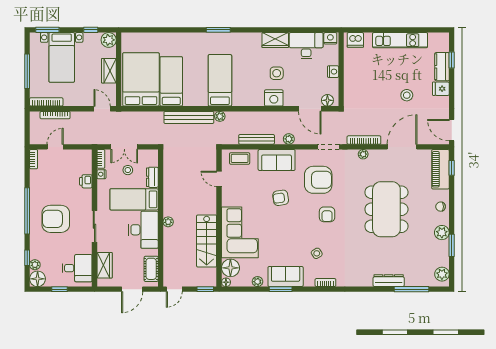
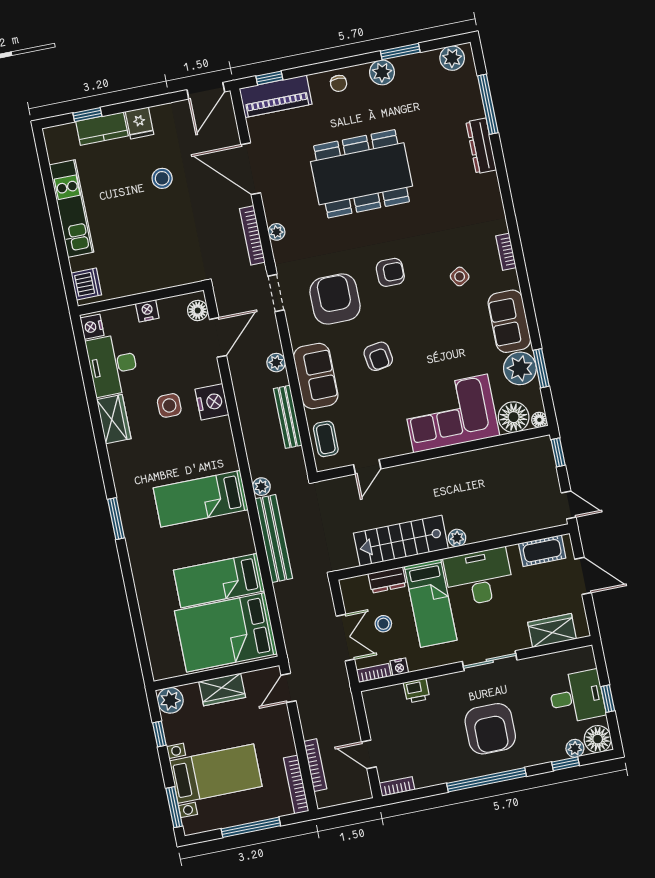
stairs: (207, 241) -> (401, 541), moved, turned 180
desk: (77, 268) -> (577, 697), moved, turned 90
plant: (257, 282) -> (520, 368), width x1.87, depth x1.87
window: (281, 289) -> (541, 368), moved

